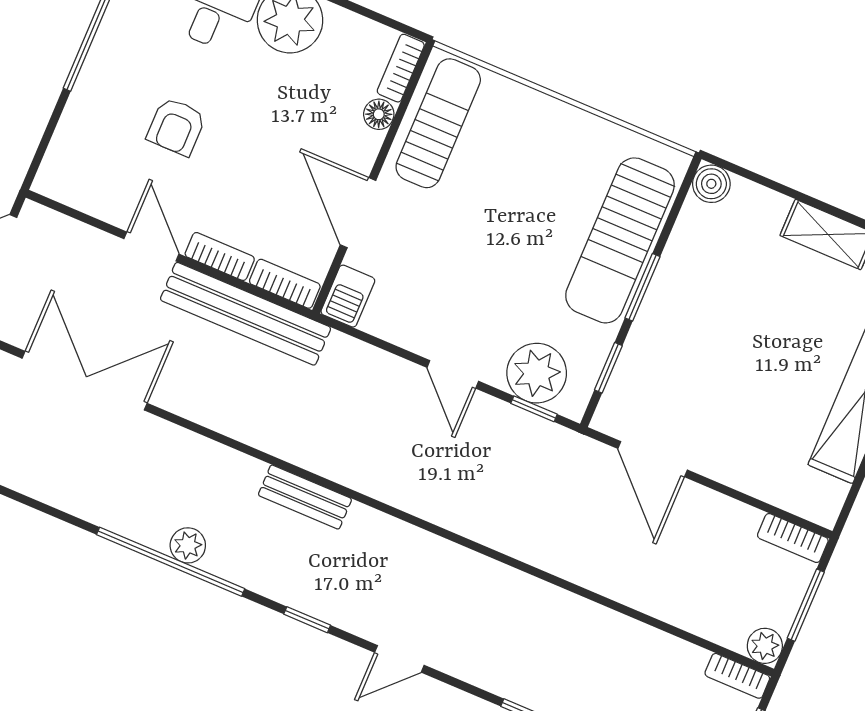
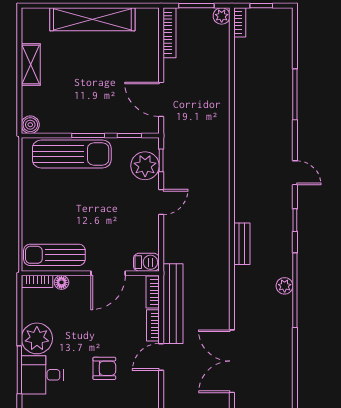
door: (653, 459) -> (161, 99), swing flipped
bookcase: (793, 538) -> (169, 33), width x1.56

